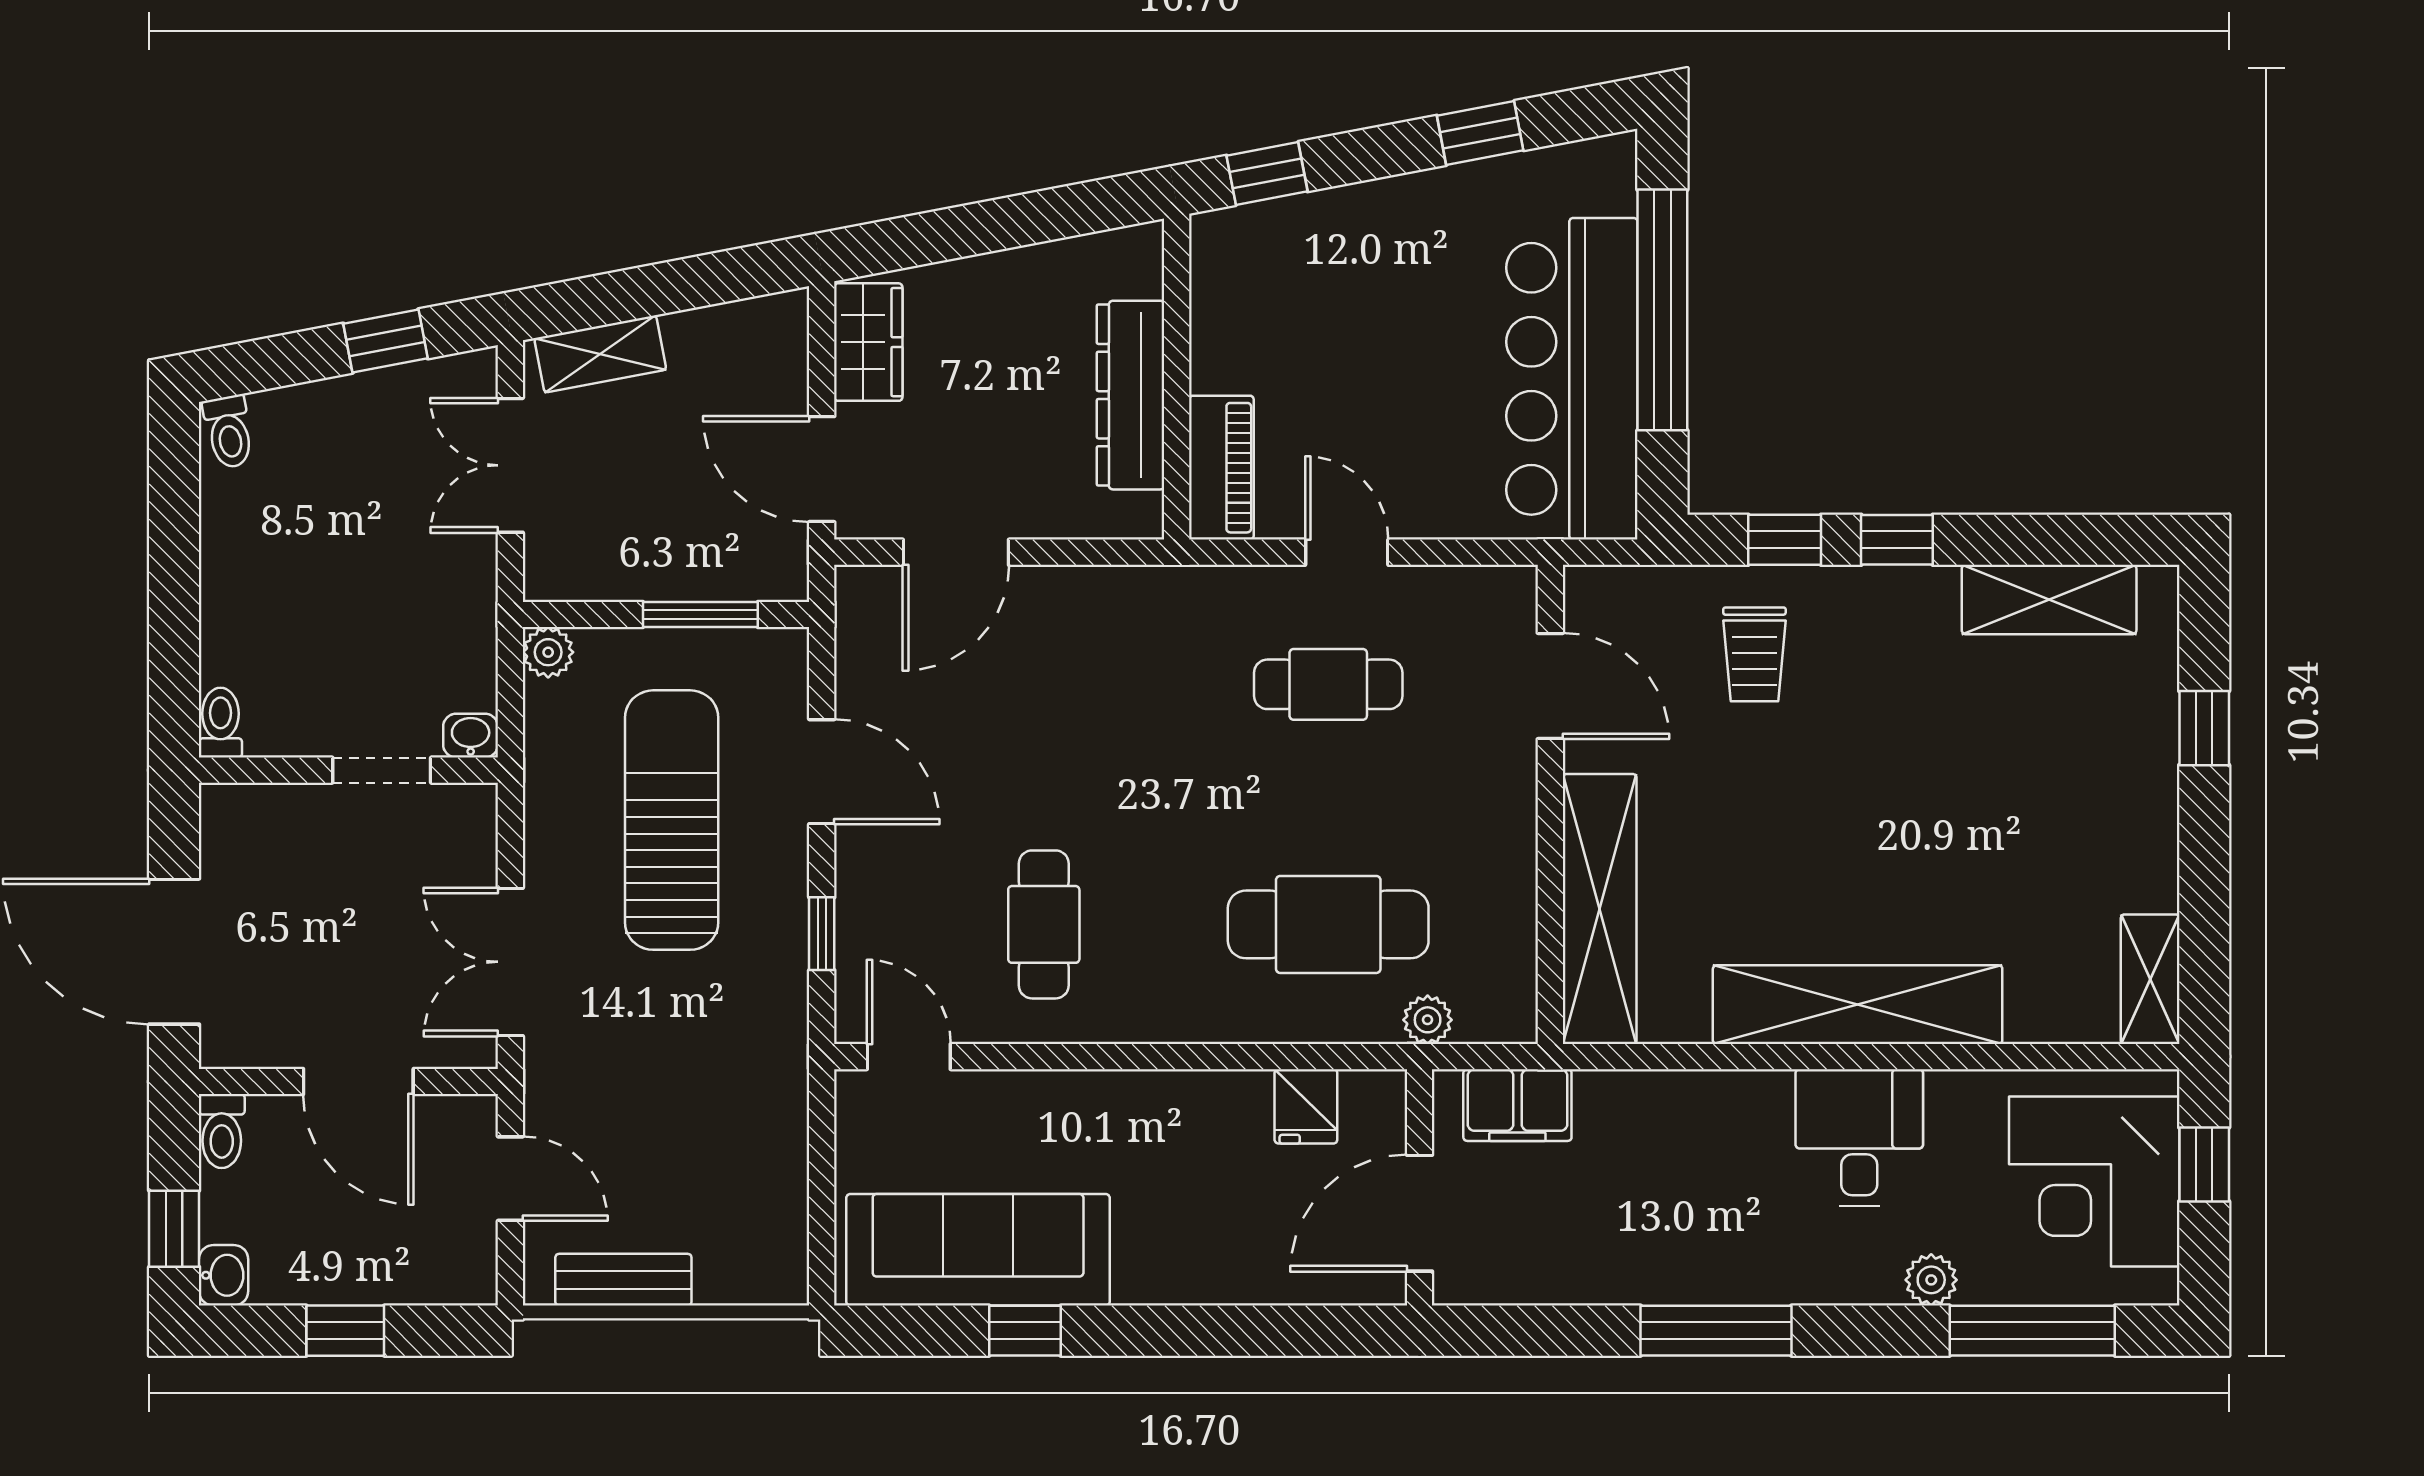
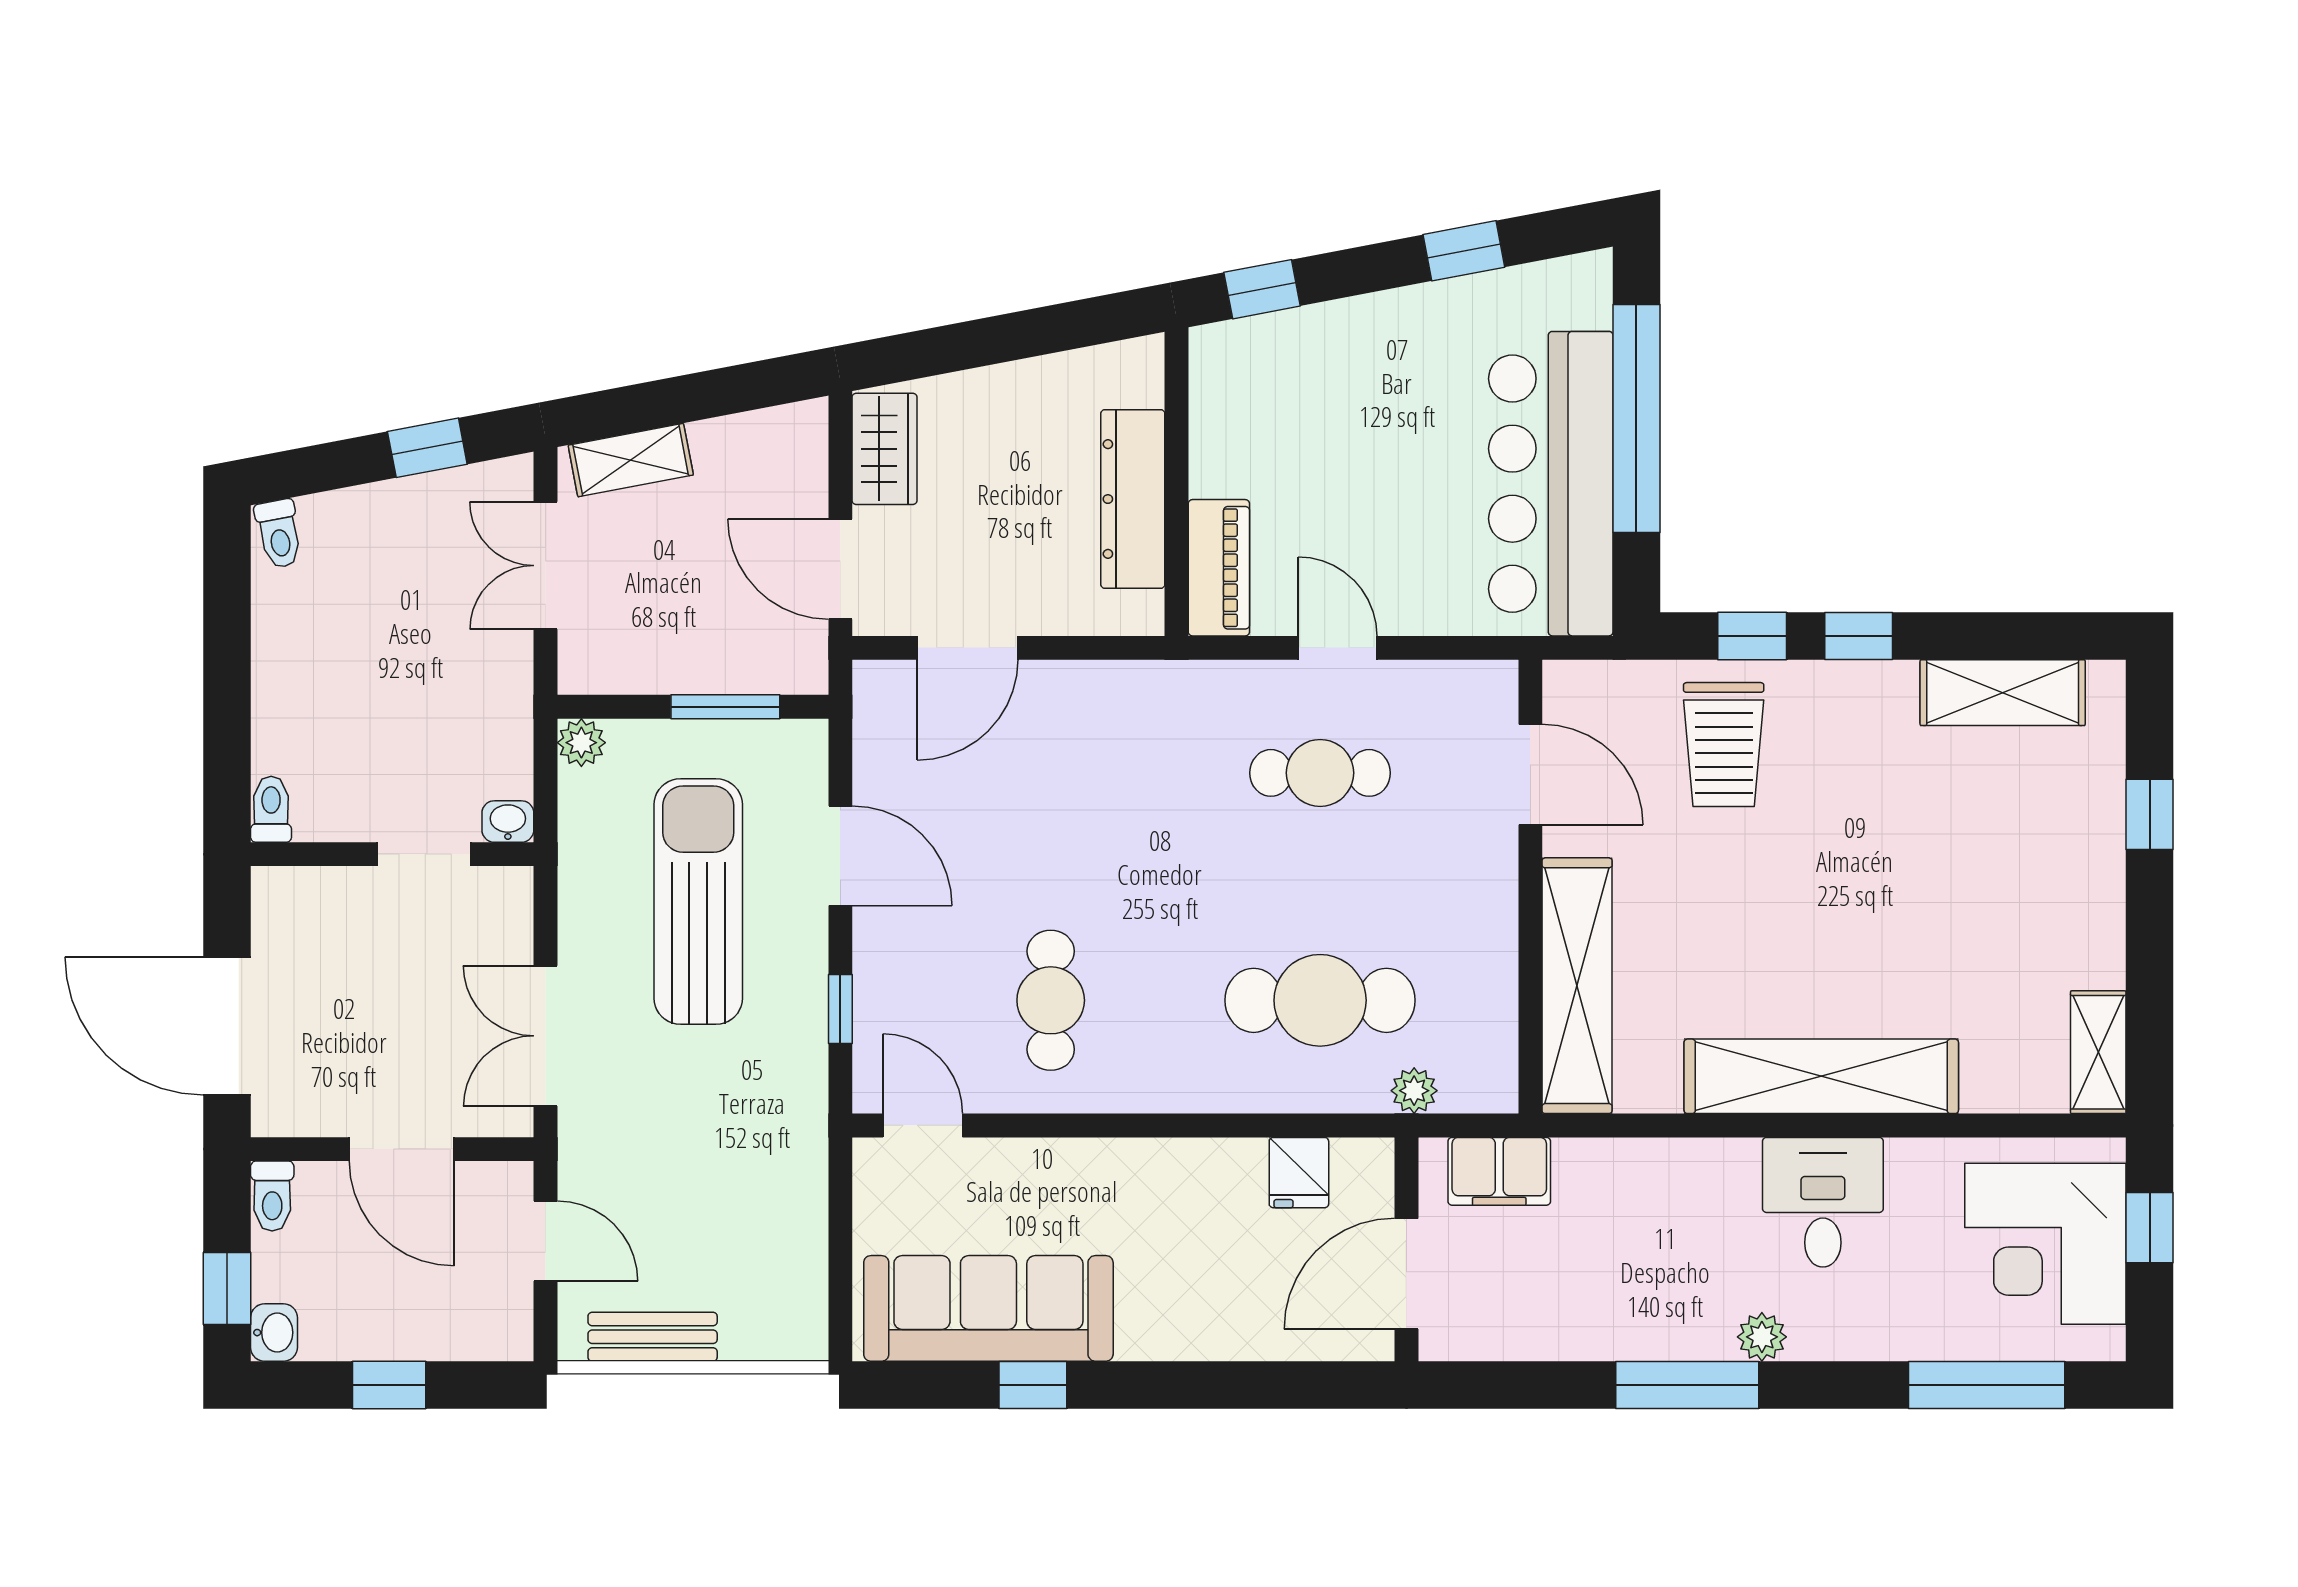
trolley: (1754, 654) -> (1724, 745), width x1.36, depth x1.39
plant: (1931, 1280) -> (1762, 1337), moved

